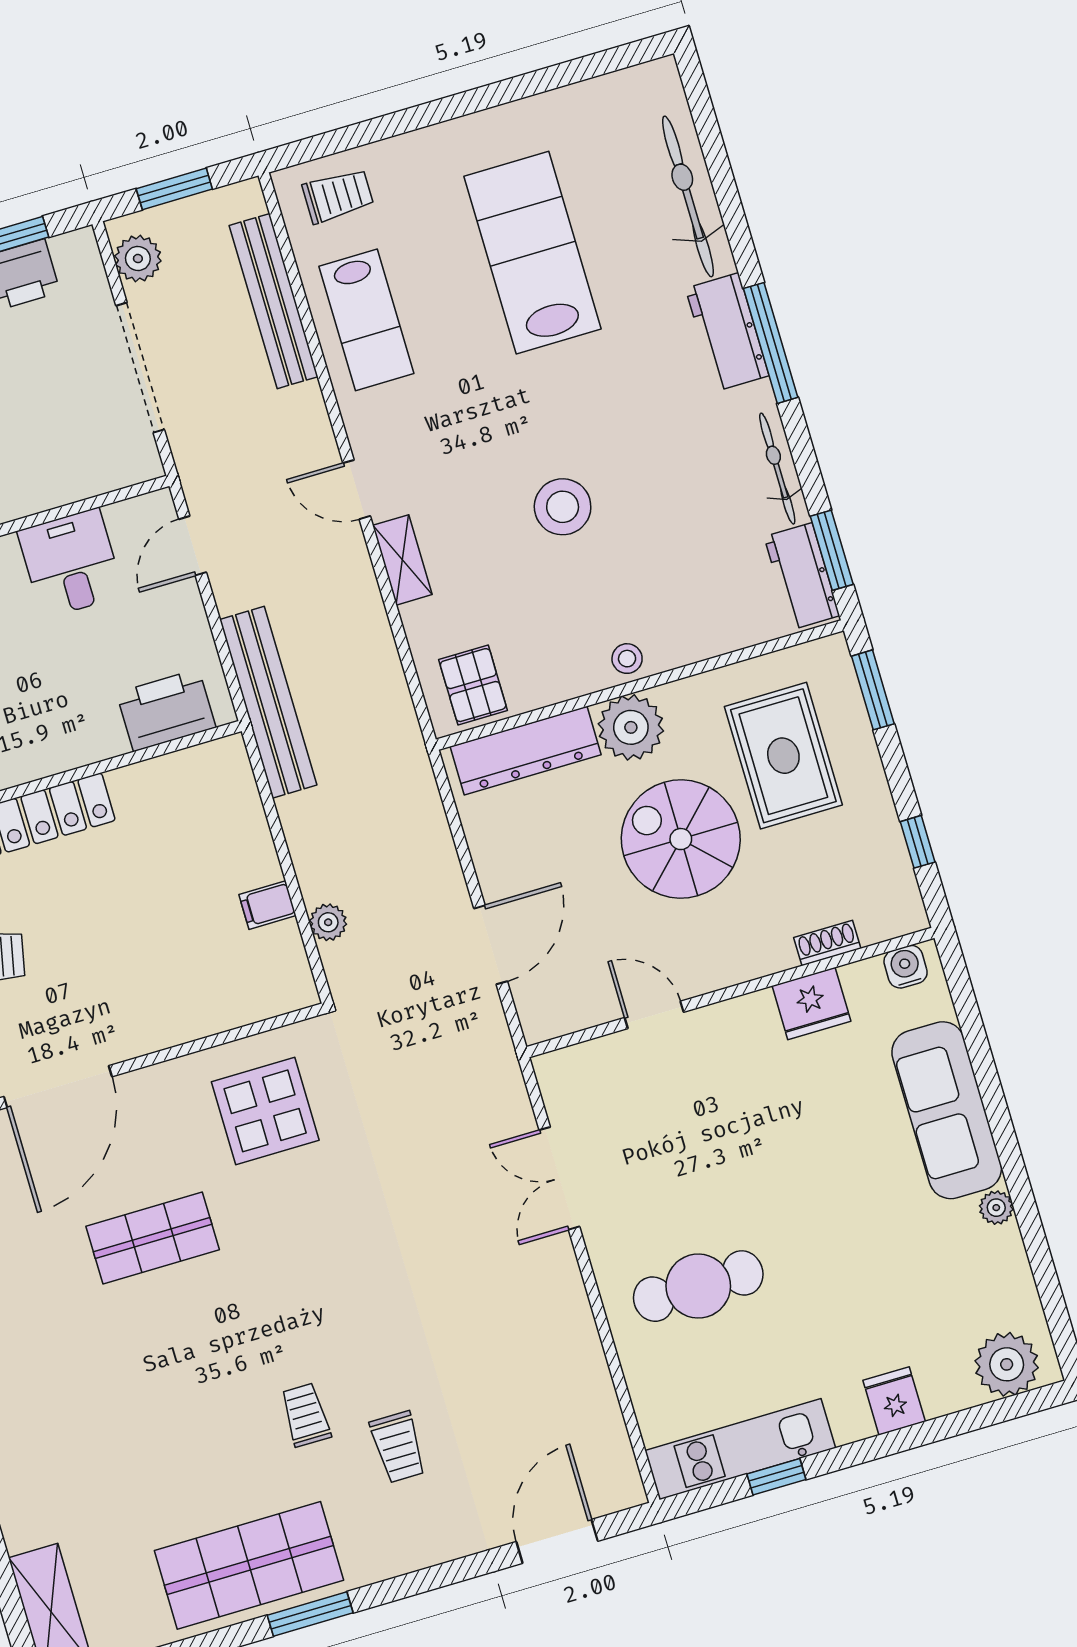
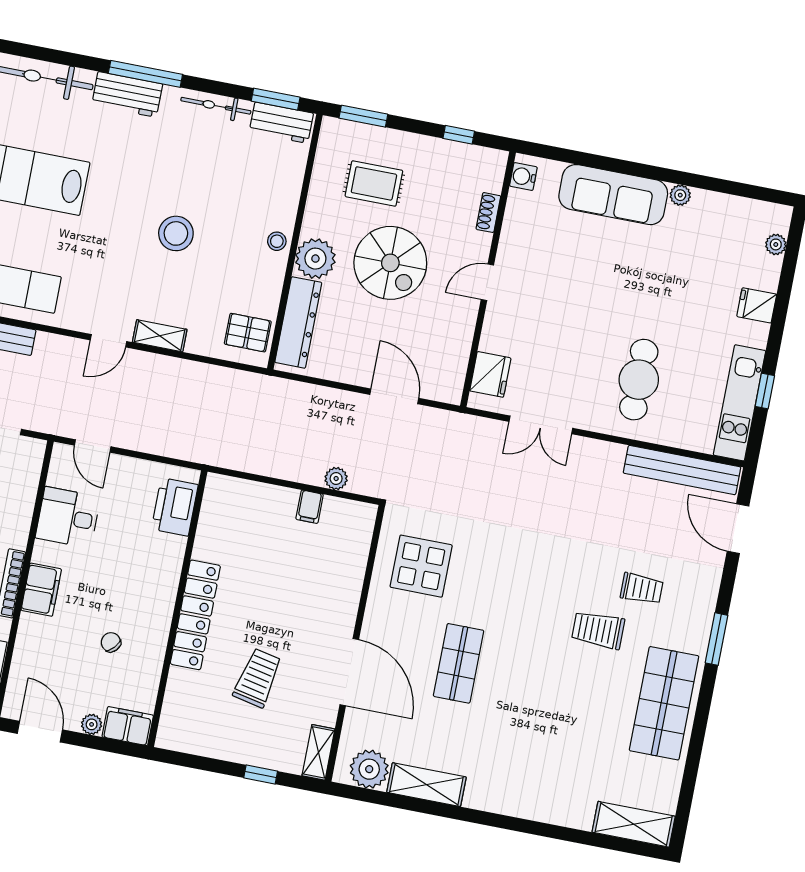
bench: (268, 702) -> (682, 470), moved
rug: (783, 756) -> (374, 183), width x0.73, depth x0.70
spiral stairs: (681, 839) -> (390, 263), turned -90
fridge: (811, 1003) -> (490, 374), moved
door: (654, 1015) -> (487, 282), moved
plant: (1007, 1364) -> (776, 244), width x0.53, depth x0.53
trolley: (306, 1415) -> (598, 630), width x1.36, depth x1.39
window: (310, 1614) -> (717, 639), moved

